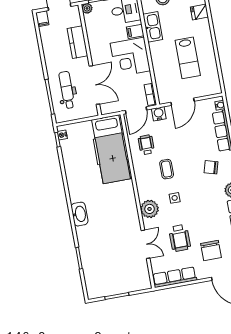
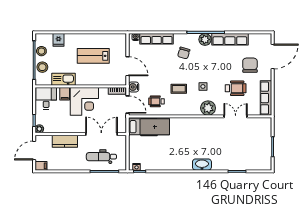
lab bench: (188, 58) -> (93, 56), turned 180
hospital bed: (111, 149) -> (149, 127), width x0.73, depth x0.78
chair: (211, 250) -> (250, 65), turned -90

